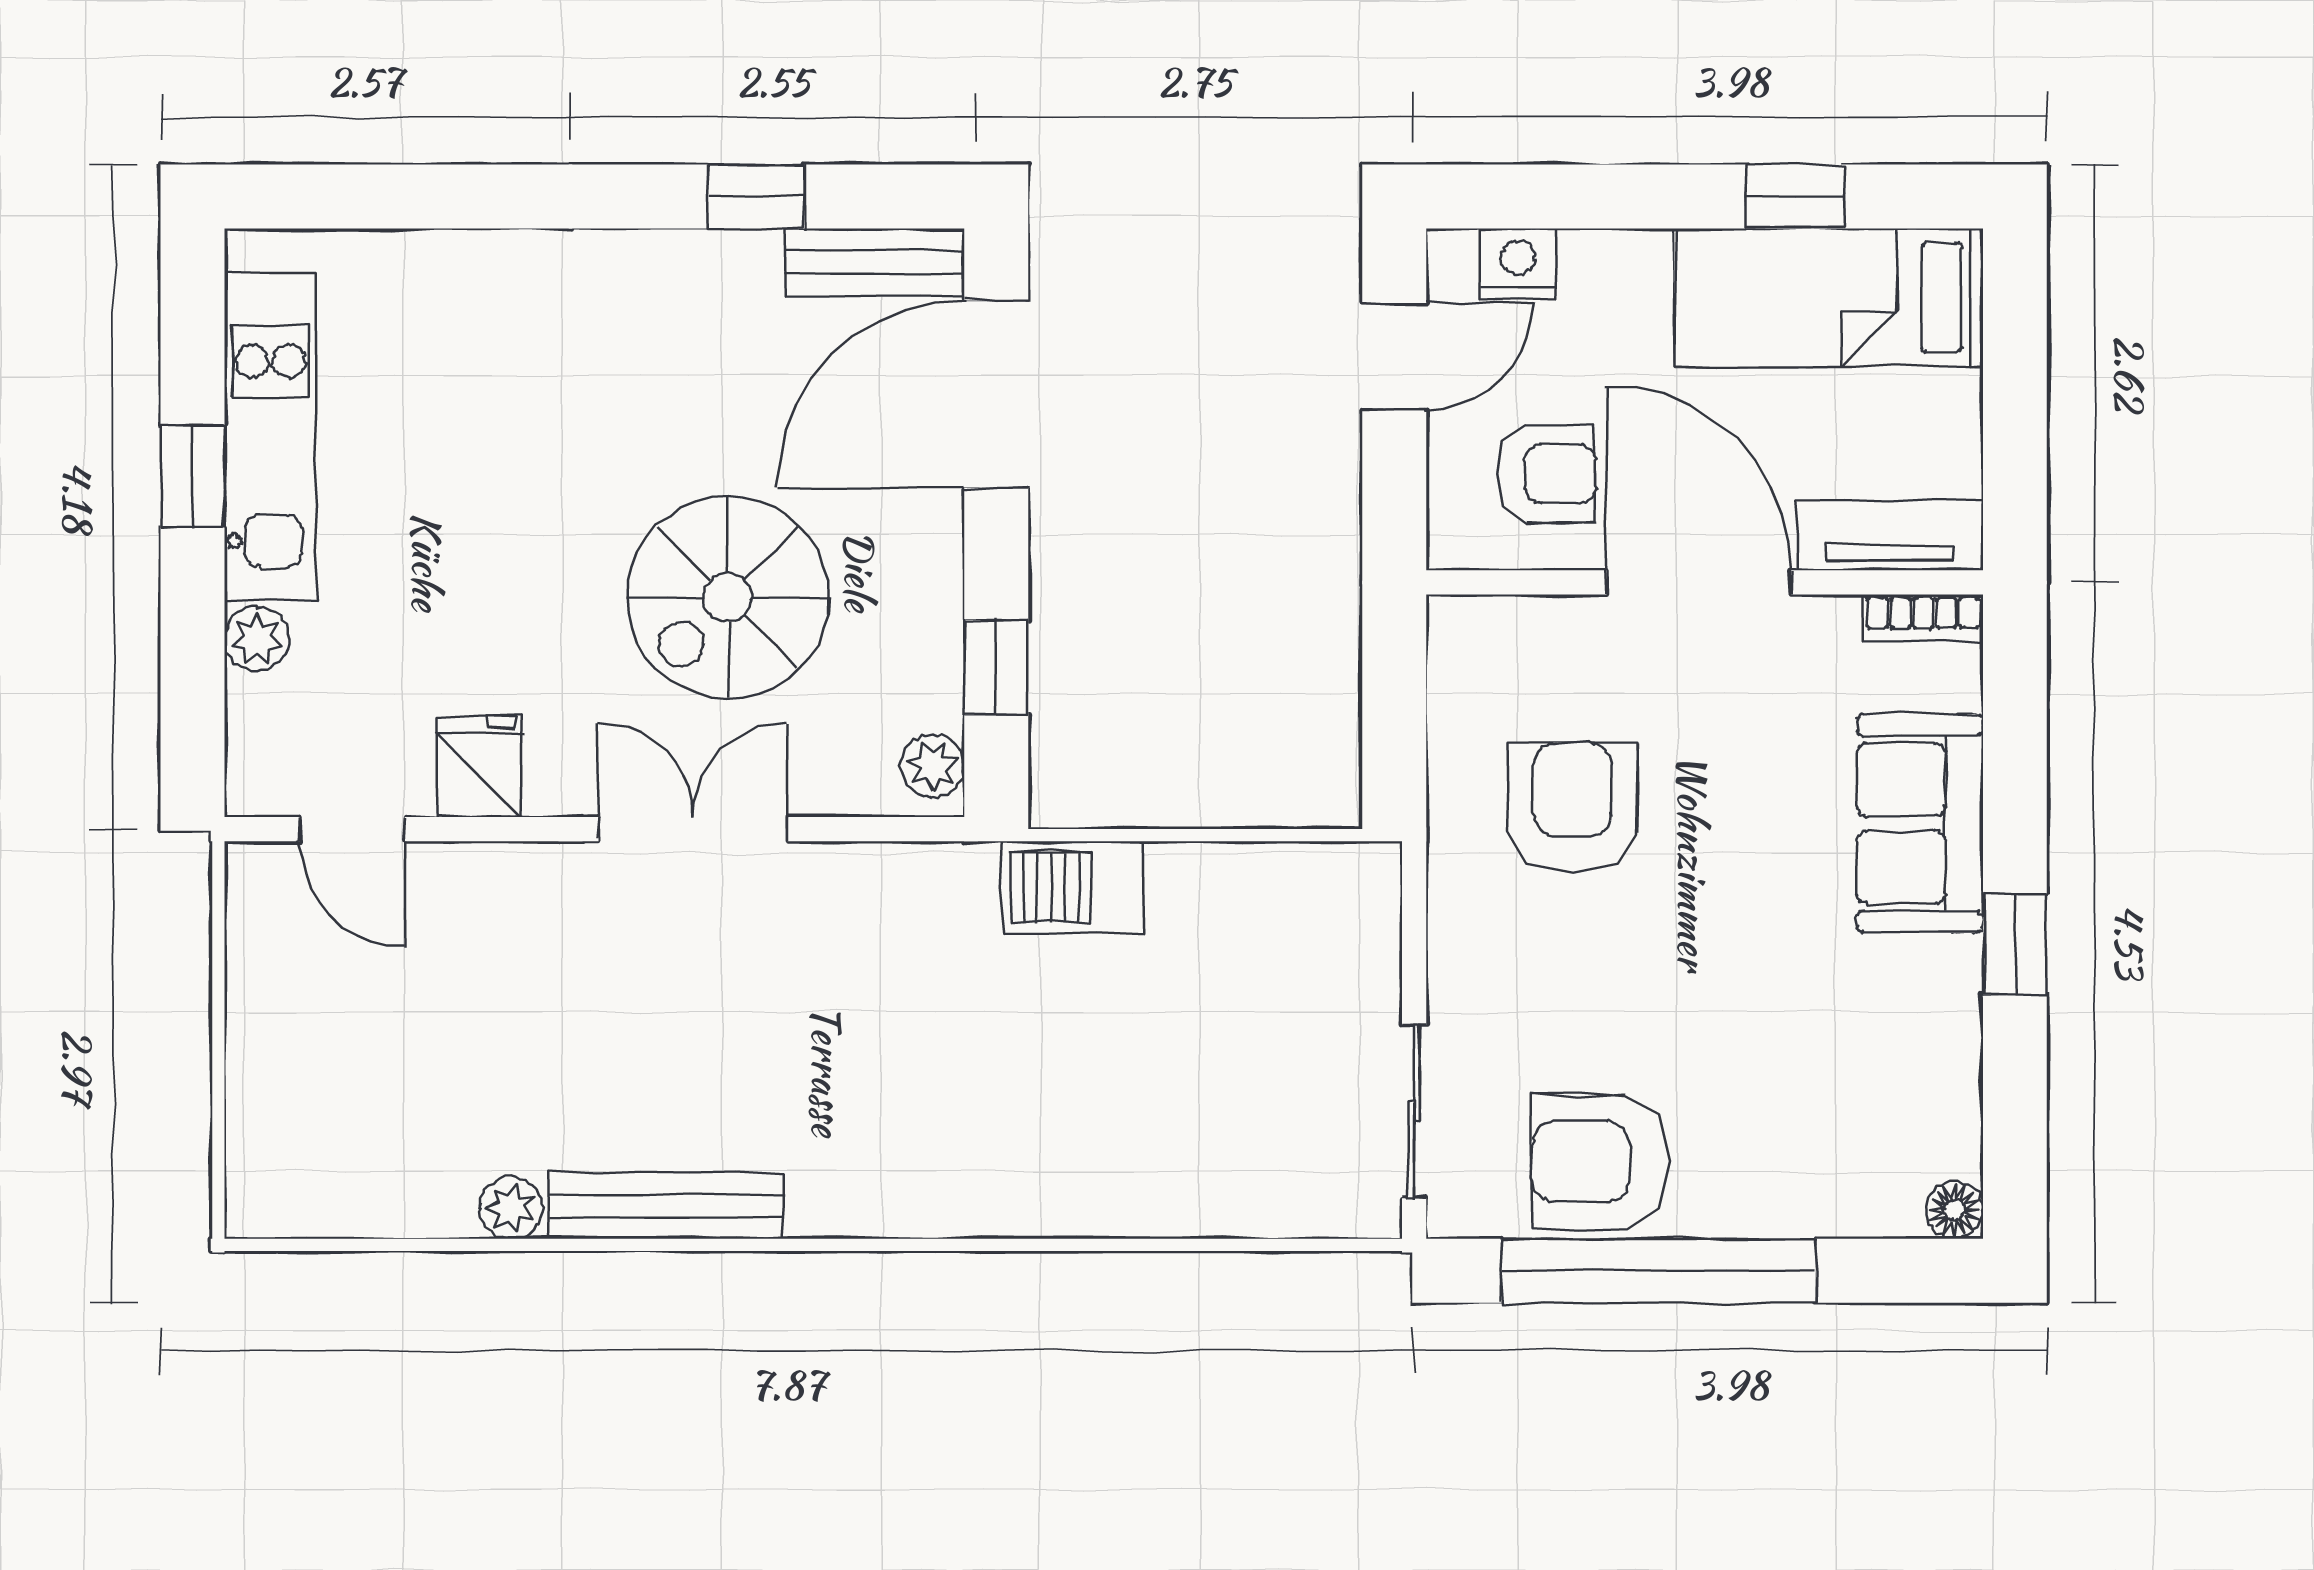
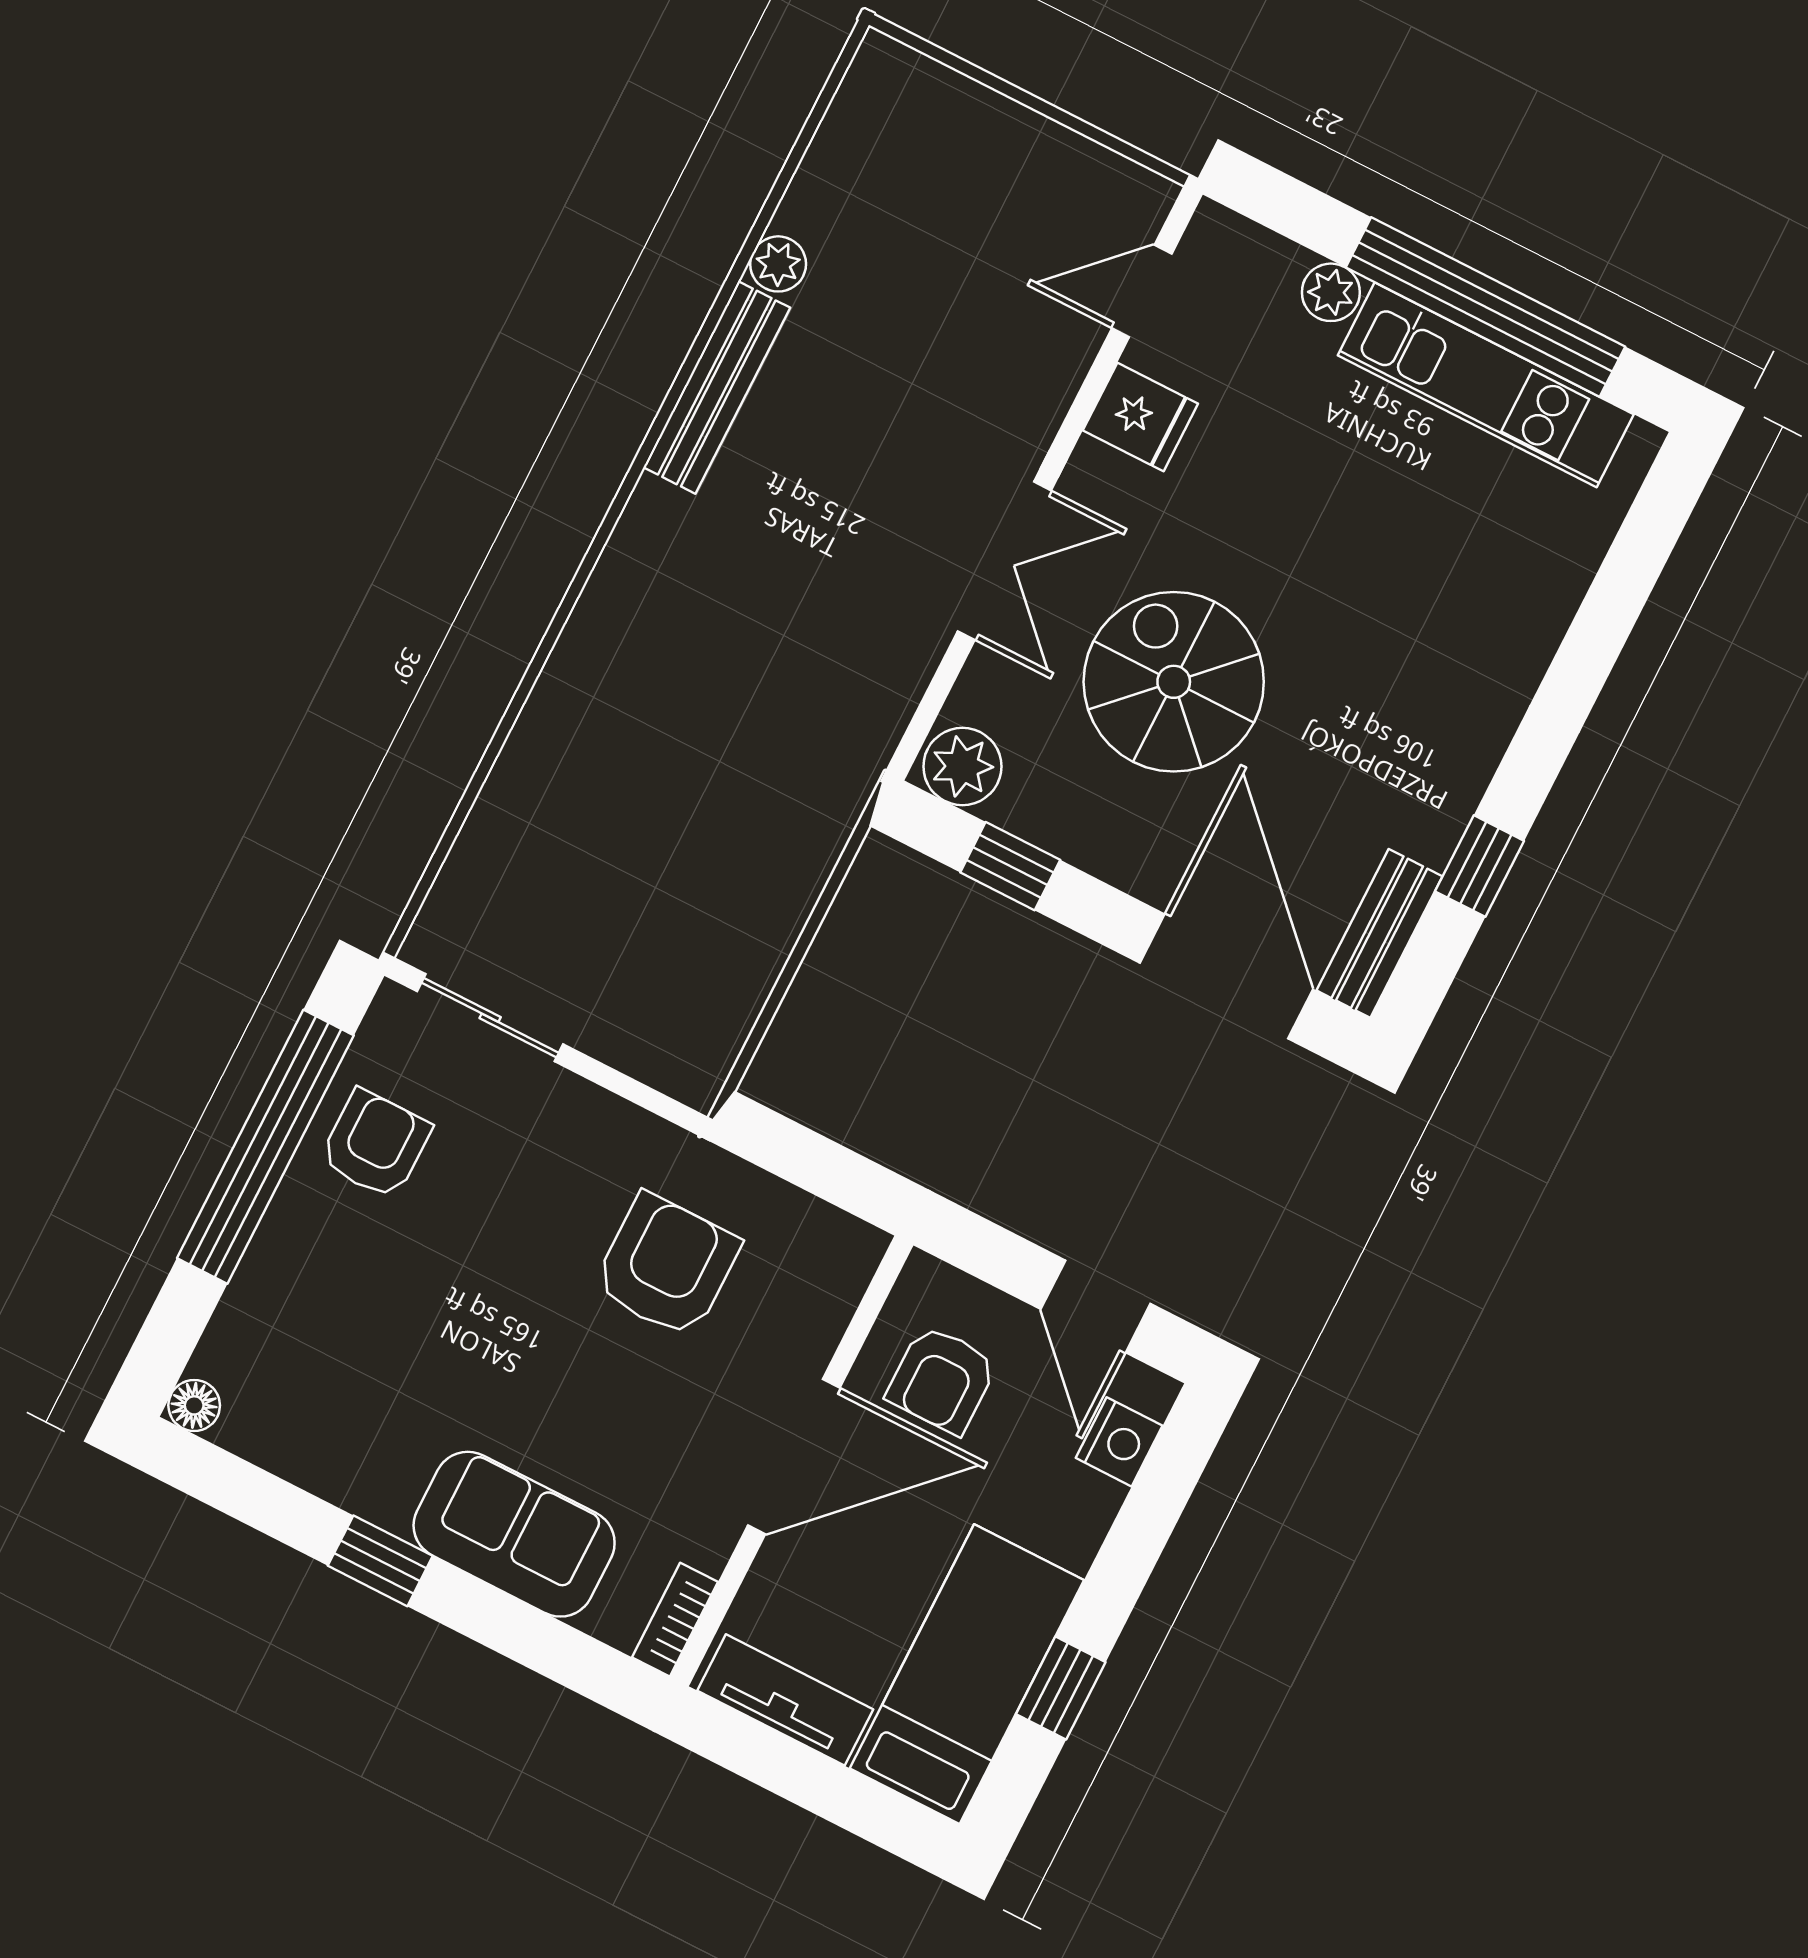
window: (193, 476) -> (1485, 307), width x3.17
tv unit: (1890, 535) -> (785, 1700), moved, turned -90
plant: (933, 766) -> (962, 766), width x1.38, depth x1.38
armchair: (1573, 808) -> (667, 1266), turned -90
barbecue: (1072, 887) -> (805, 838), removed
armchair: (1600, 1162) -> (375, 1144), width x0.72, depth x0.72

